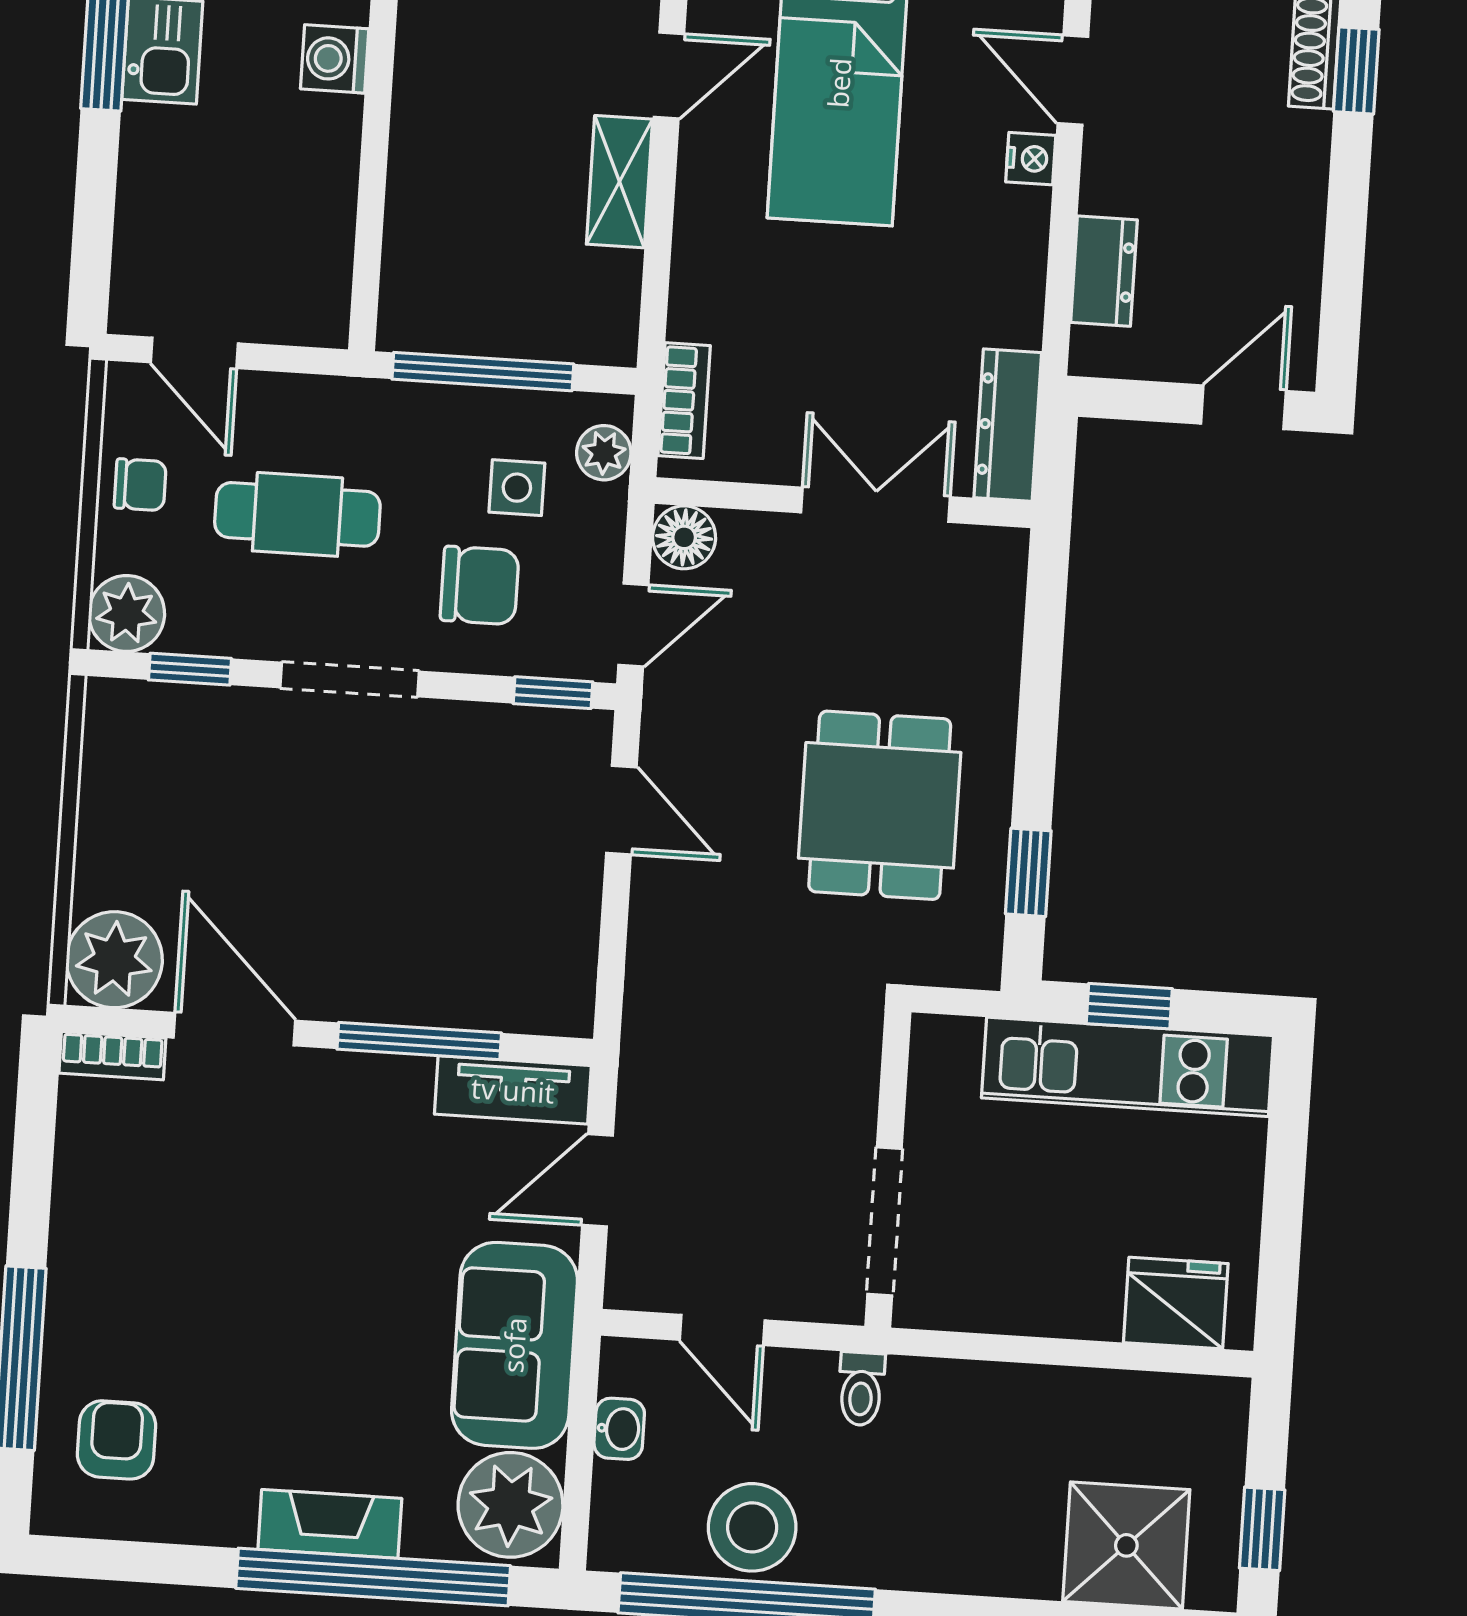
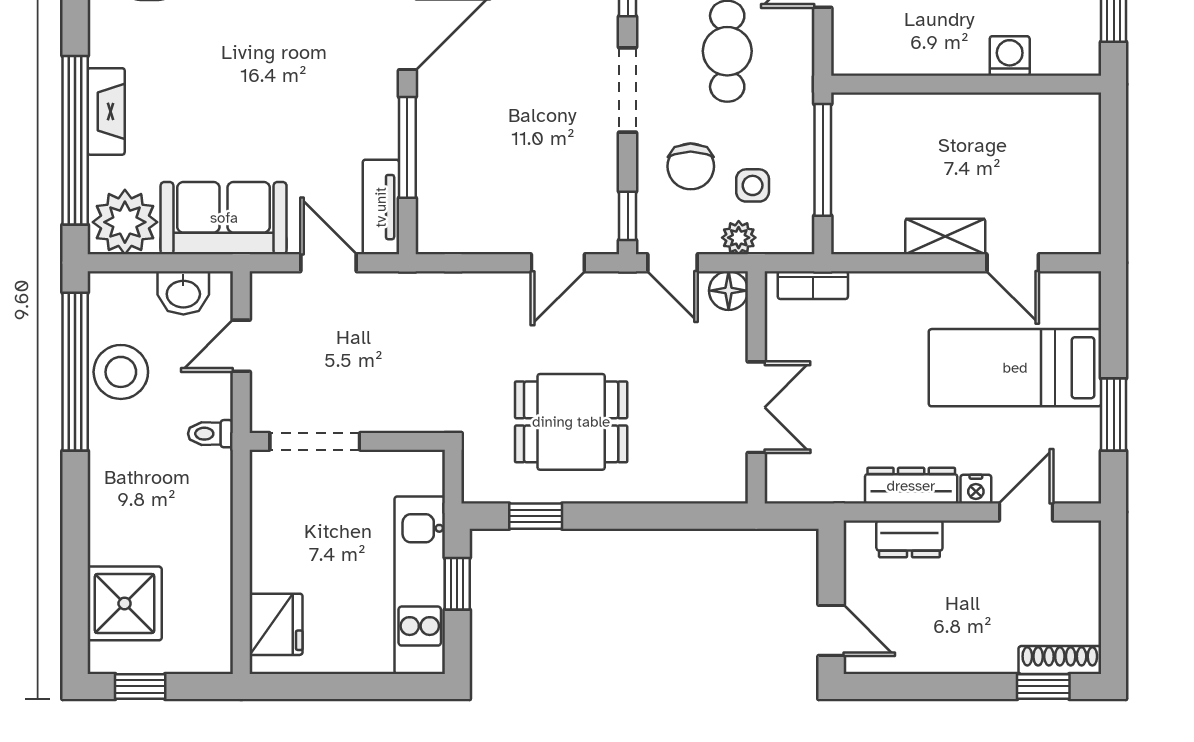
dresser: (1008, 425) -> (911, 486), moved
plant: (604, 453) -> (739, 238), moved
washbasin: (619, 1429) -> (183, 293), width x1.38, depth x1.45

